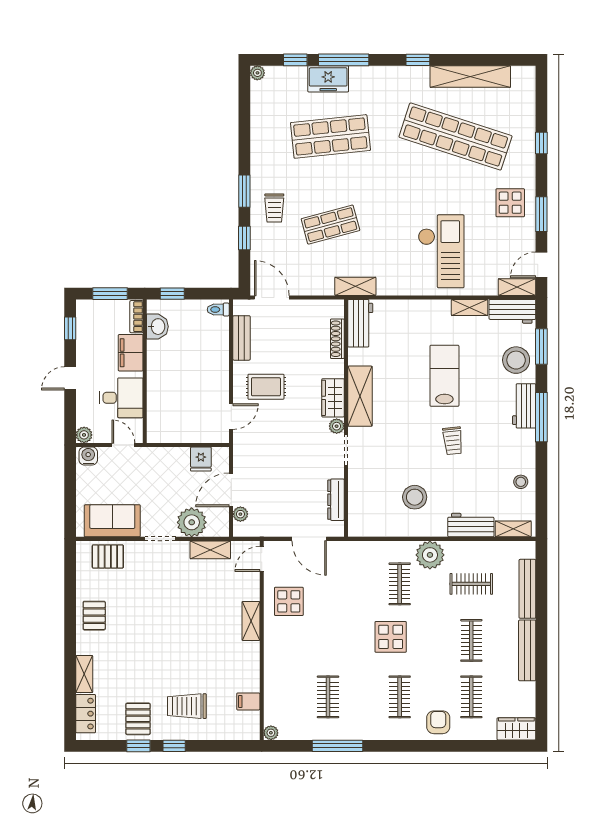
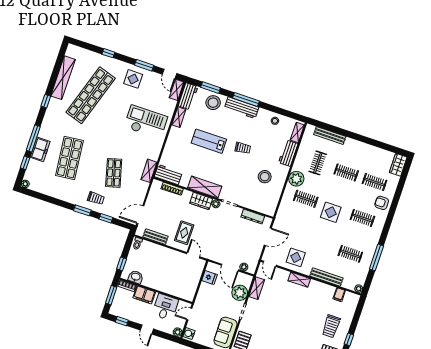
workbench: (524, 406) -> (242, 108), width x1.38
bench: (527, 650) -> (326, 277), moved

